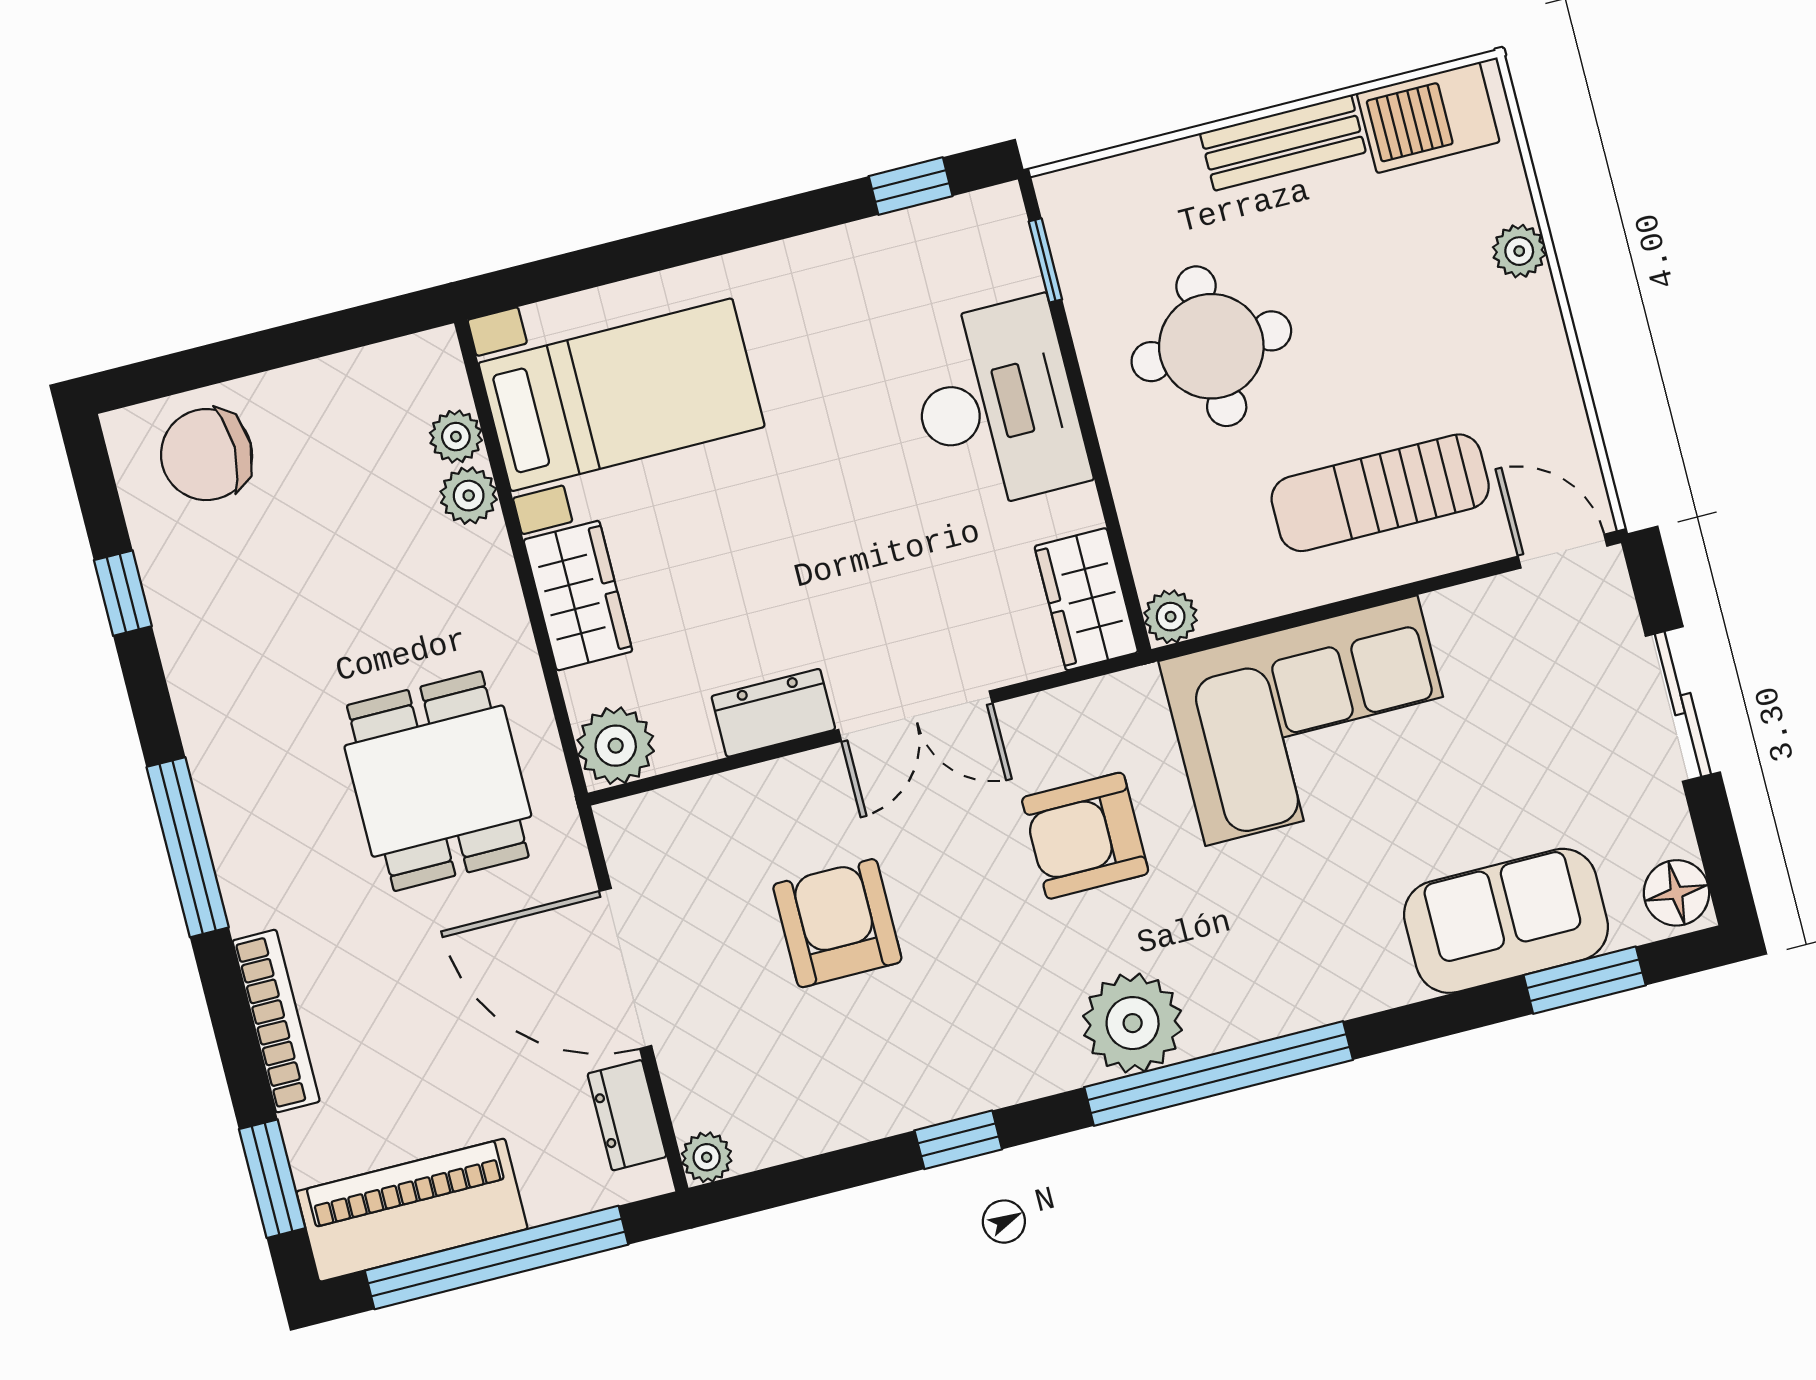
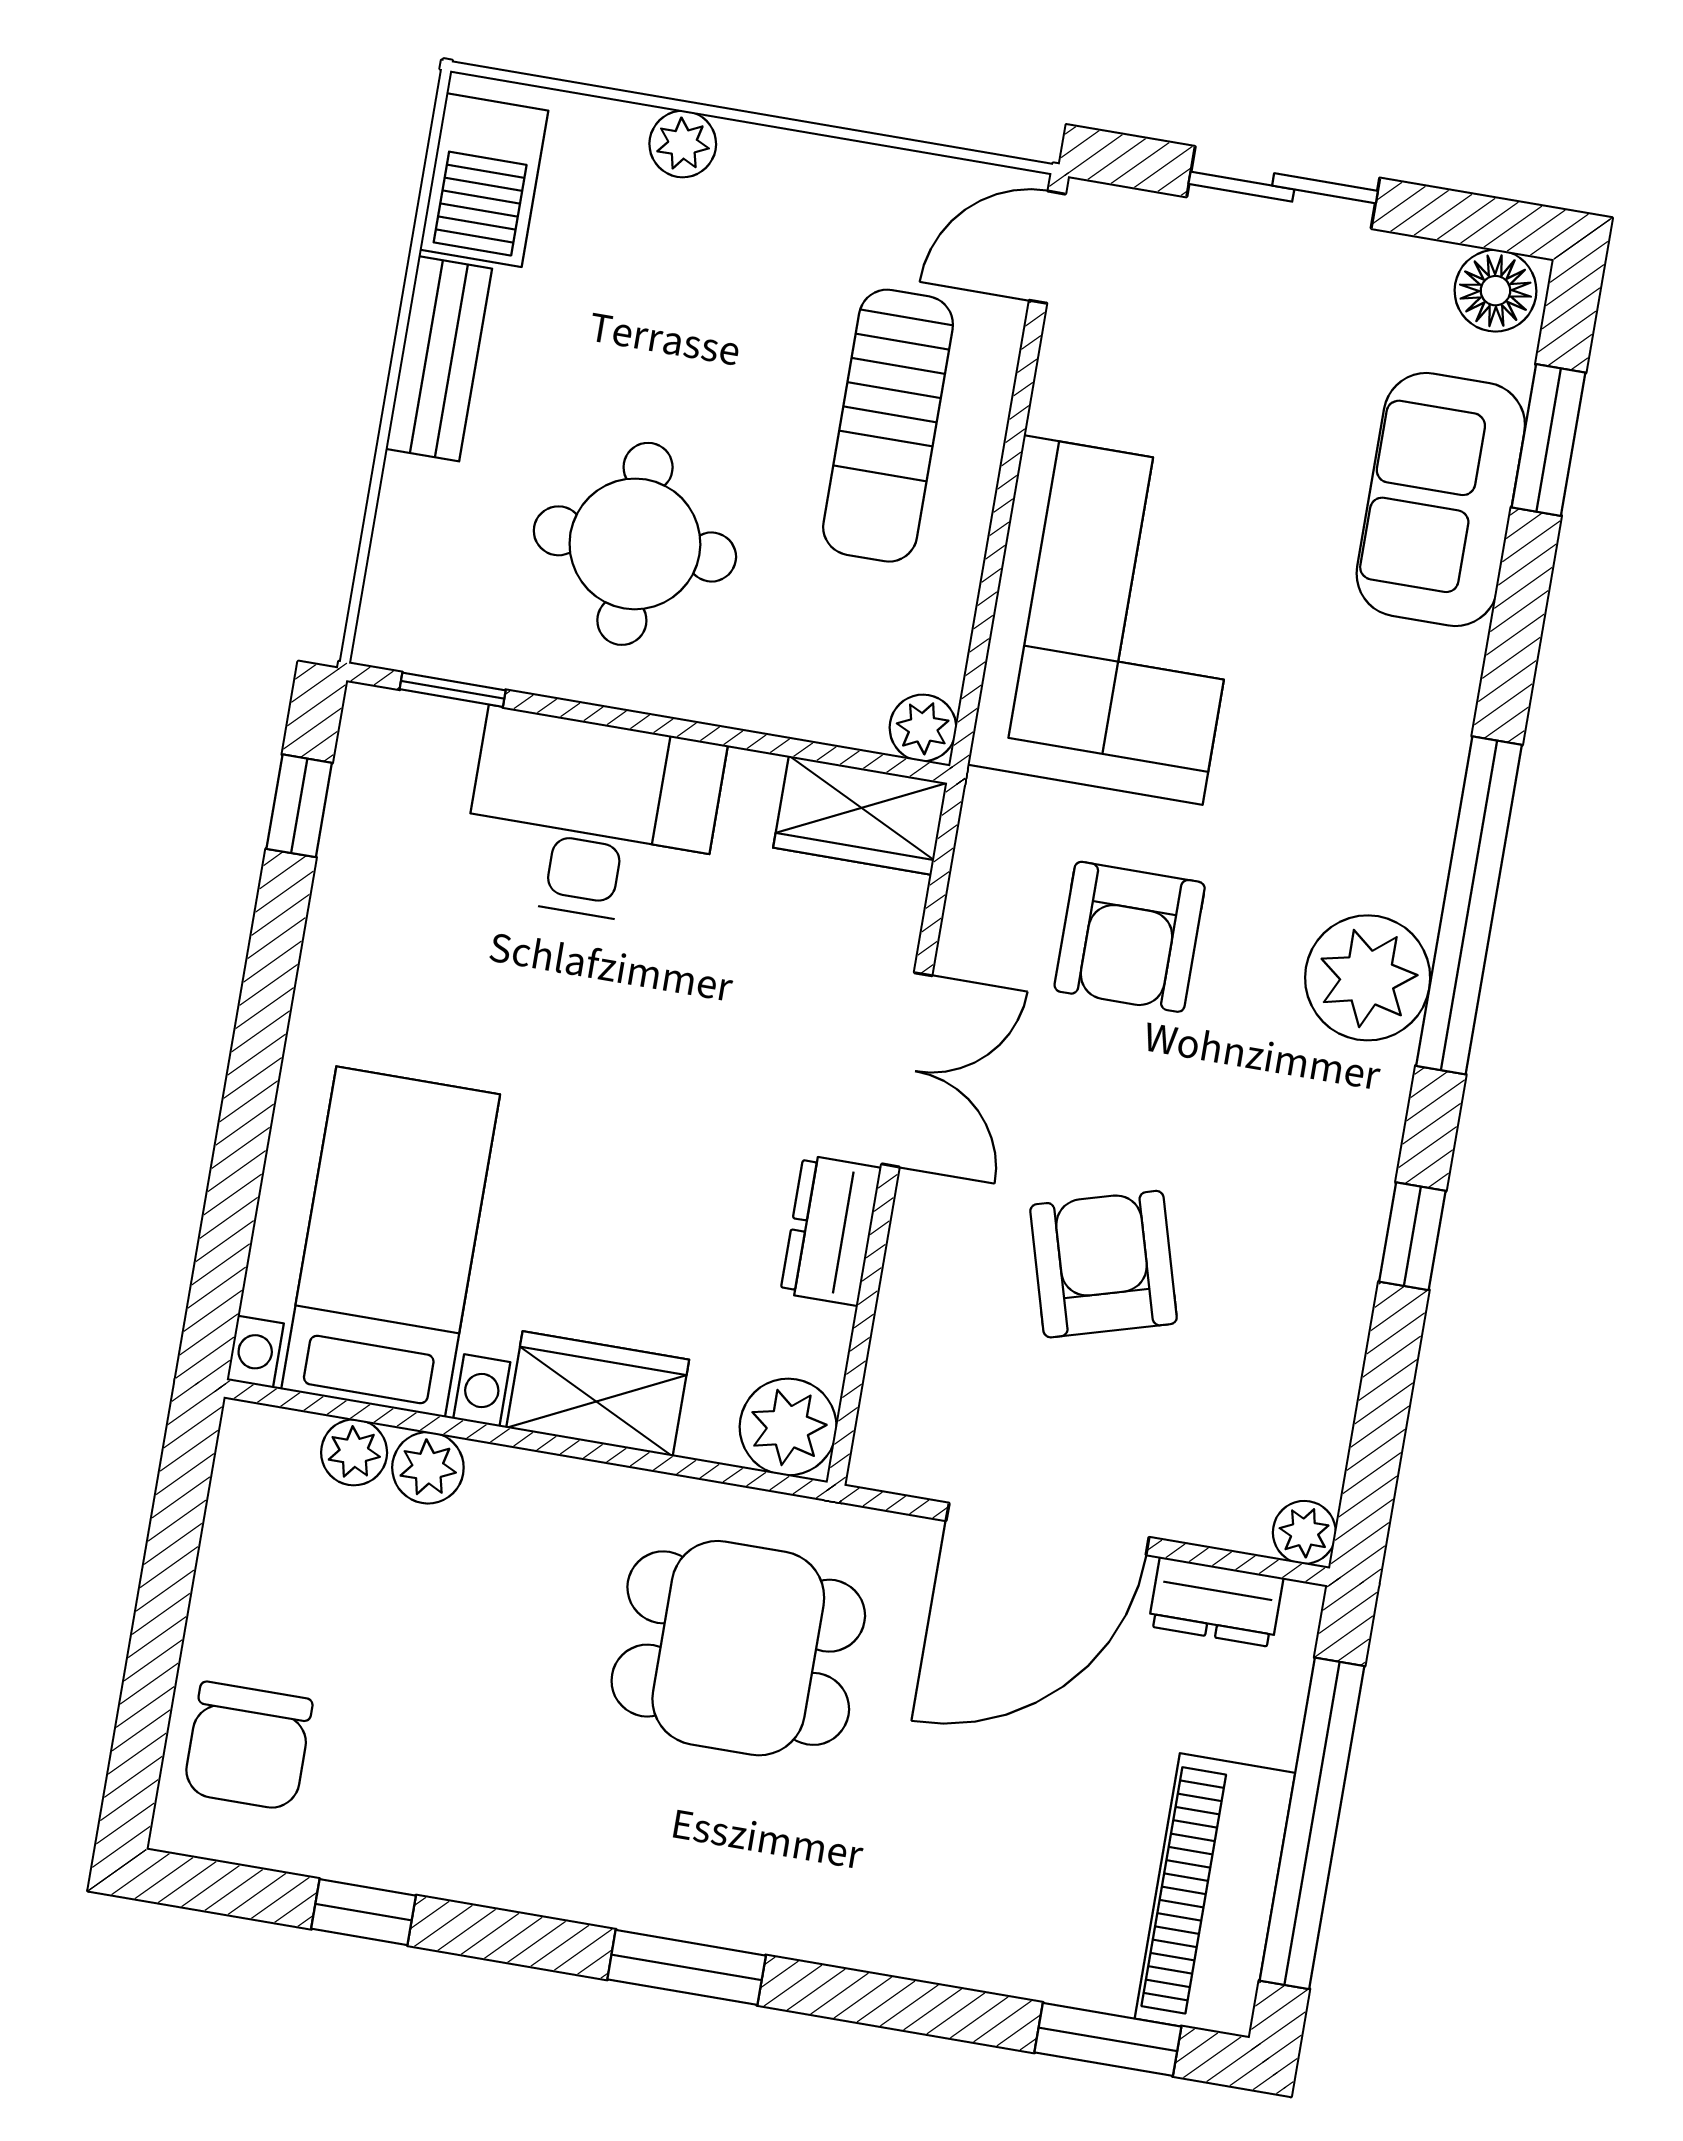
window: (188, 847) -> (687, 1967), width x0.69
armchair: (837, 923) -> (1104, 1264), turned 74
bookcase: (276, 1021) -> (930, 1955), removed

